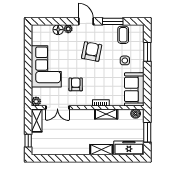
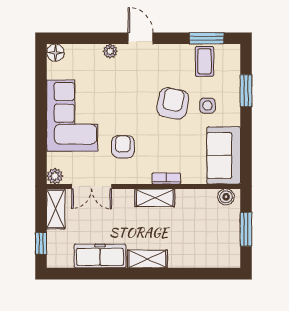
window: (113, 21) -> (207, 38), moved
floor lamp: (58, 30) -> (55, 53), moved
armchair: (92, 52) -> (173, 103), moved
shelving: (106, 114) -> (155, 198), moved
freezer: (129, 148) -> (100, 256), moved
shelving: (101, 150) -> (147, 259), moved

